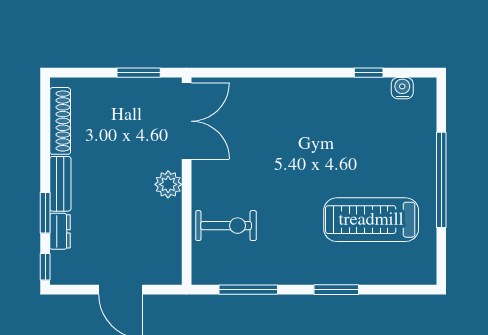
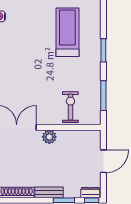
treadmill: (371, 220) -> (67, 32), turned 180
dresser: (60, 231) -> (90, 193), moved

